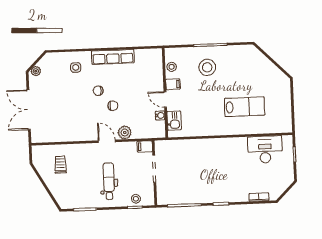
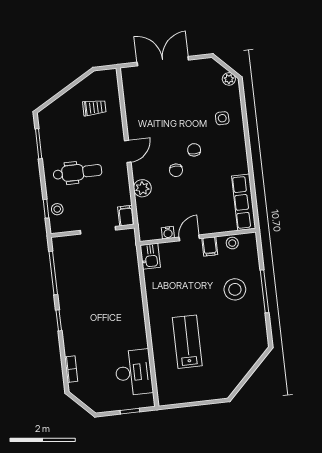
row of seats: (113, 57) -> (244, 202), moved
plant: (36, 71) -> (229, 79), moved
lab bench: (245, 107) -> (187, 342), turned 180
kitchen sink: (174, 121) -> (150, 256), moved, turned -90
door: (107, 141) -> (128, 151), moved

